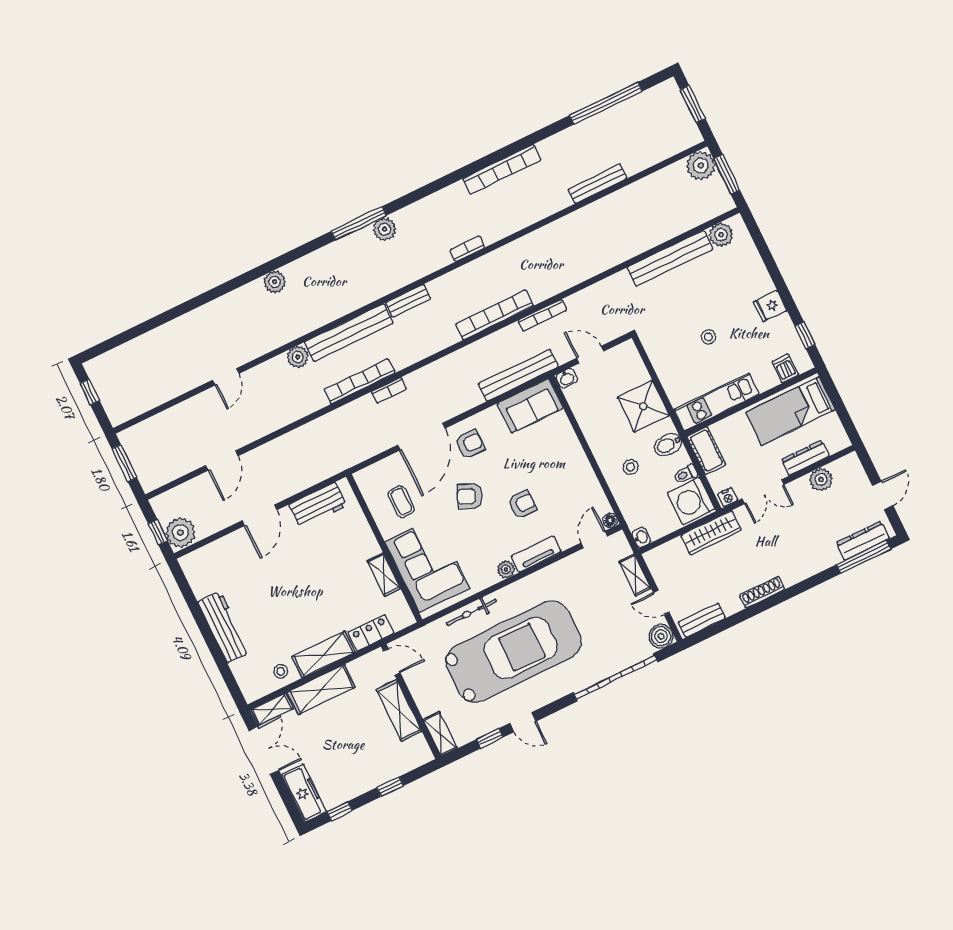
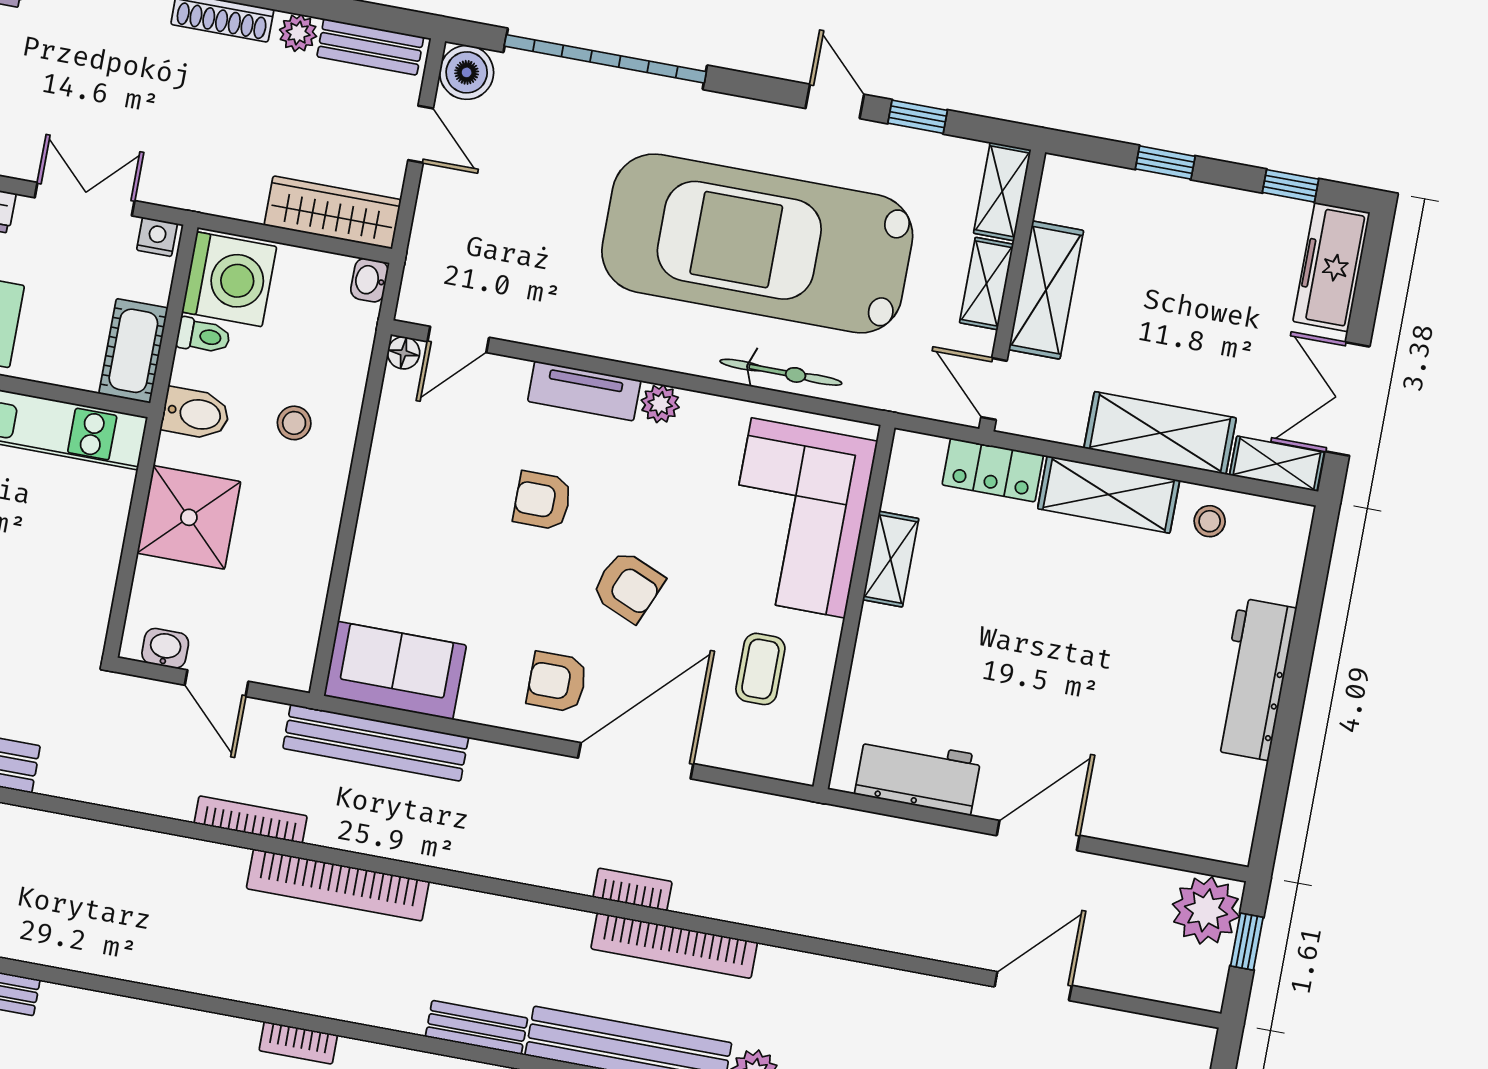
washbasin: (567, 378) -> (165, 648), moved
wardrobe: (711, 533) -> (332, 212), moved
shelving: (635, 575) -> (987, 284), moved
plant: (731, 606) -> (298, 33), added

